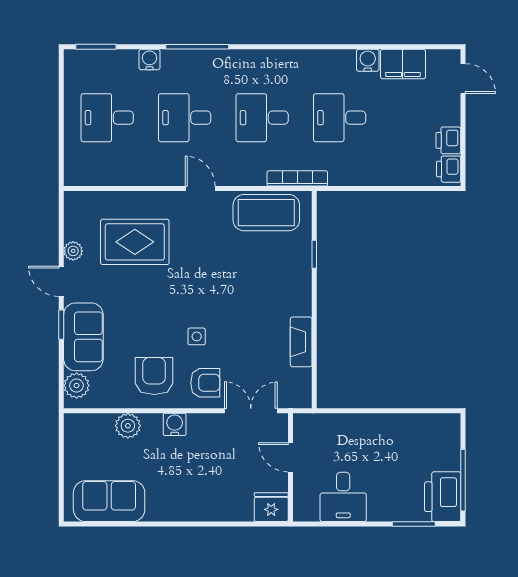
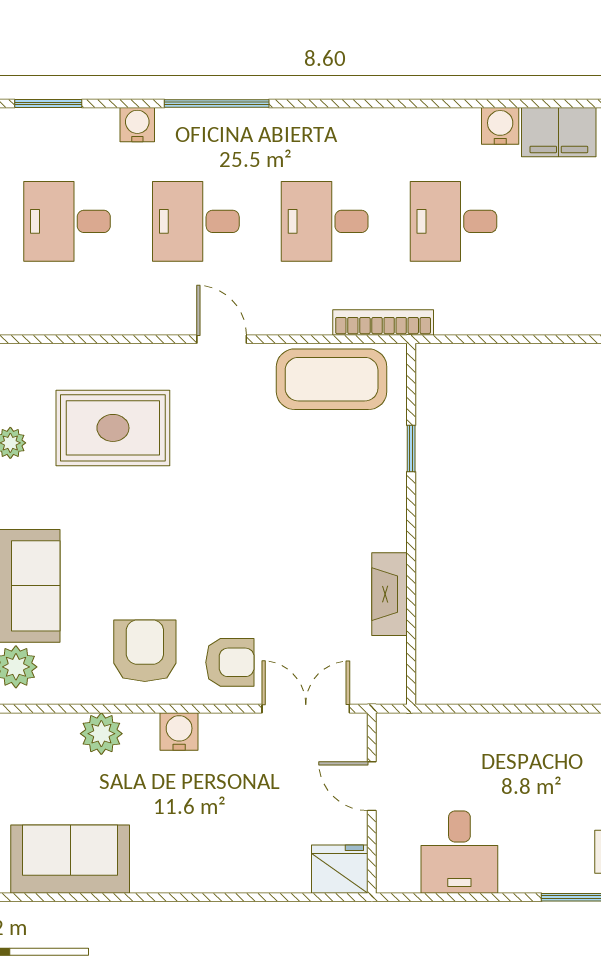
side table: (197, 336) -> (216, 585), removed

